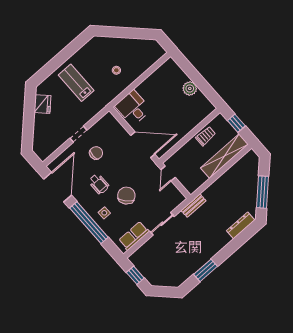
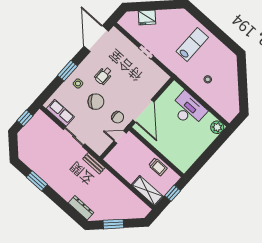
plant: (190, 88) -> (217, 127), moved
fridge: (42, 104) -> (147, 18), moved
desk: (133, 108) -> (188, 110), moved, width x1.37
chair: (96, 153) -> (118, 117), moved
shelving: (224, 156) -> (147, 191), width x0.68
door: (58, 187) -> (96, 39), swing flipped
window: (263, 192) -> (113, 224), width x0.69
window: (89, 223) -> (67, 71), width x0.47

